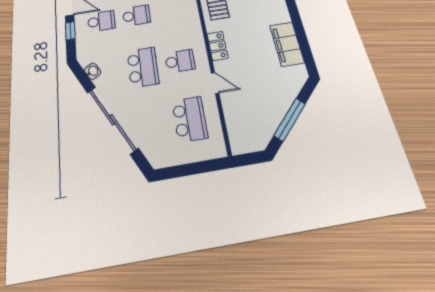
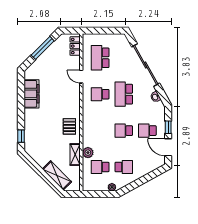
locker: (217, 46) -> (75, 46), moved

